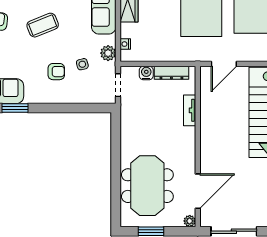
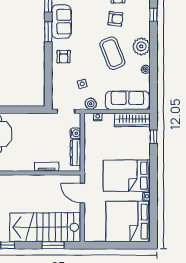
coffee table: (43, 25) -> (112, 53), width x1.36, depth x1.32
armchair: (56, 72) -> (64, 57), moved

